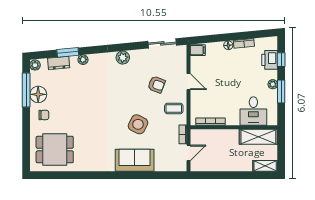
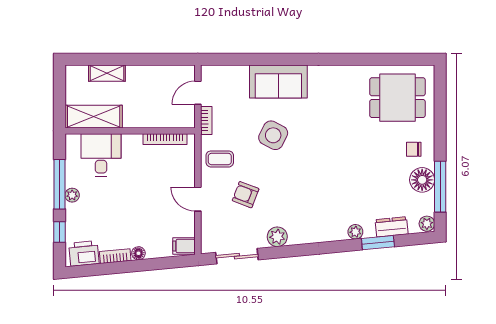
plant: (123, 58) -> (277, 237), moved
printer: (270, 60) -> (84, 253), moved, turned -95
window: (281, 92) -> (60, 184), width x1.44
shelving: (265, 166) -> (107, 73), moved

